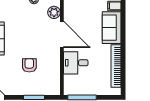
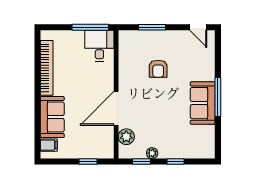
door: (62, 34) -> (116, 108), hinge flipped
desk: (76, 63) -> (99, 46), moved, turned -90

